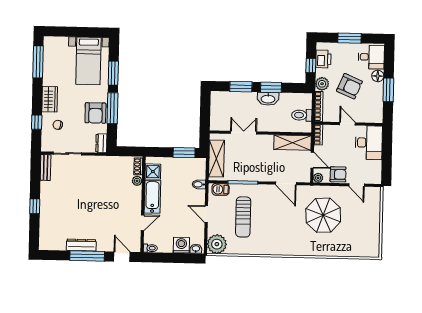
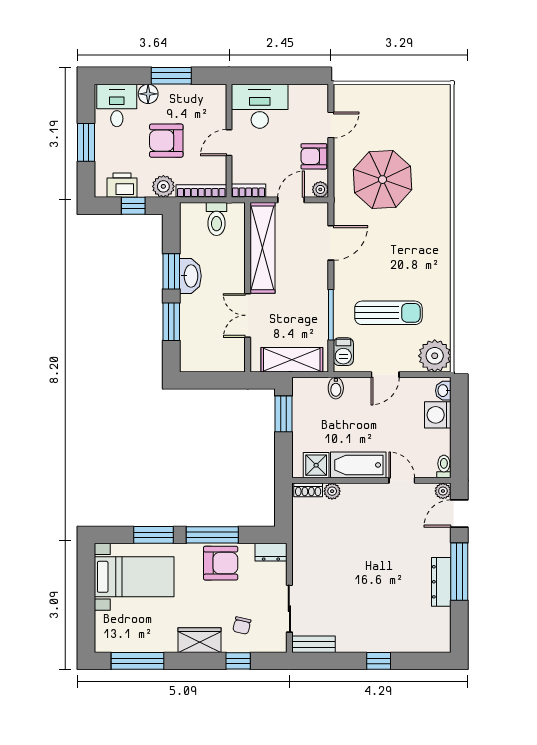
armchair: (349, 86) -> (166, 141), turned -113
shelving: (293, 143) -> (263, 248), width x1.47
armchair: (338, 174) -> (314, 156), turned -90
plant: (136, 247) -> (443, 491), added

